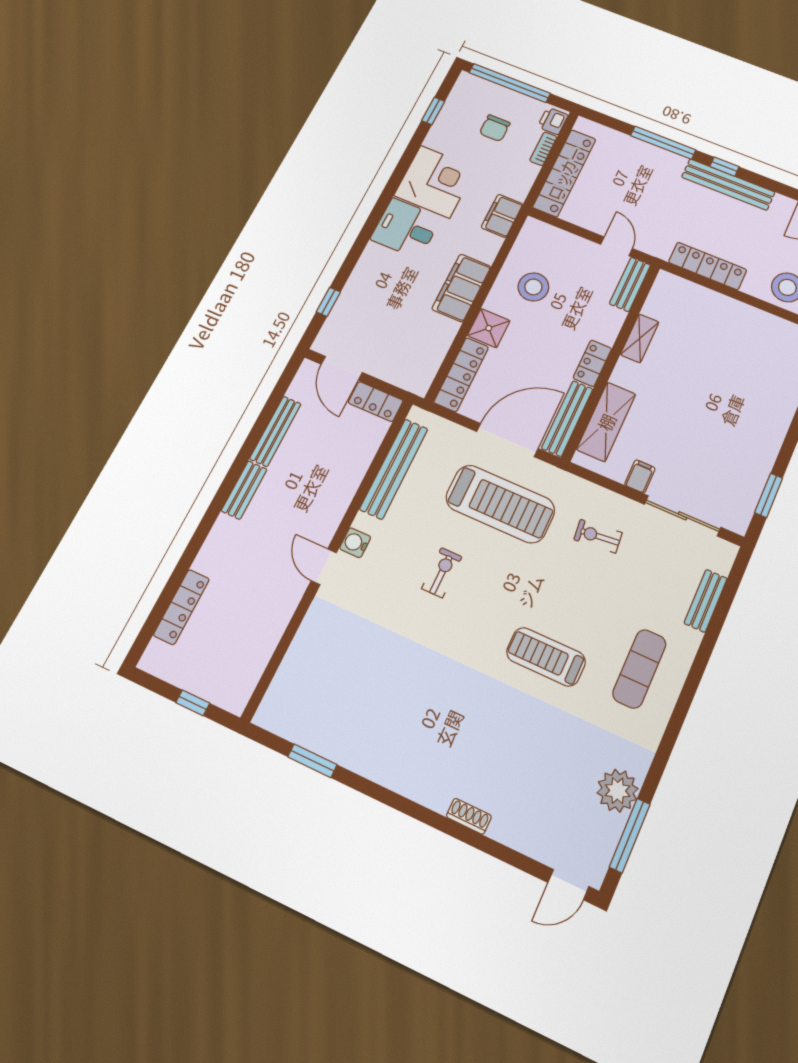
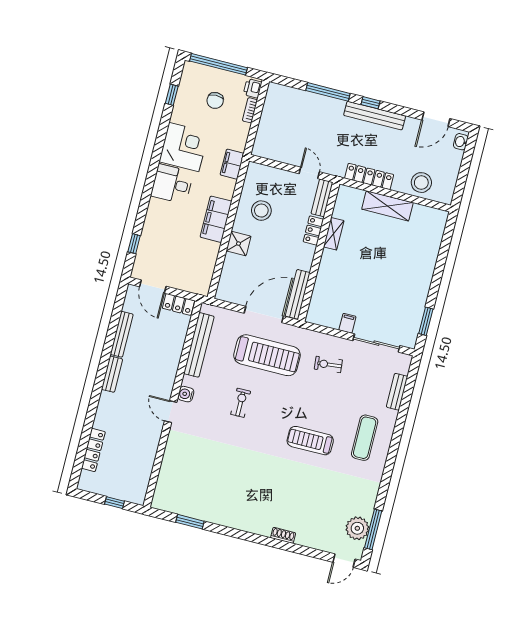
locker: (564, 173) -> (267, 126), removed
locker: (592, 363) -> (313, 230), moved
locker: (461, 375) -> (227, 277), removed
shelving: (606, 422) -> (387, 206), moved, turned 90
plant: (618, 791) -> (357, 528), moved

